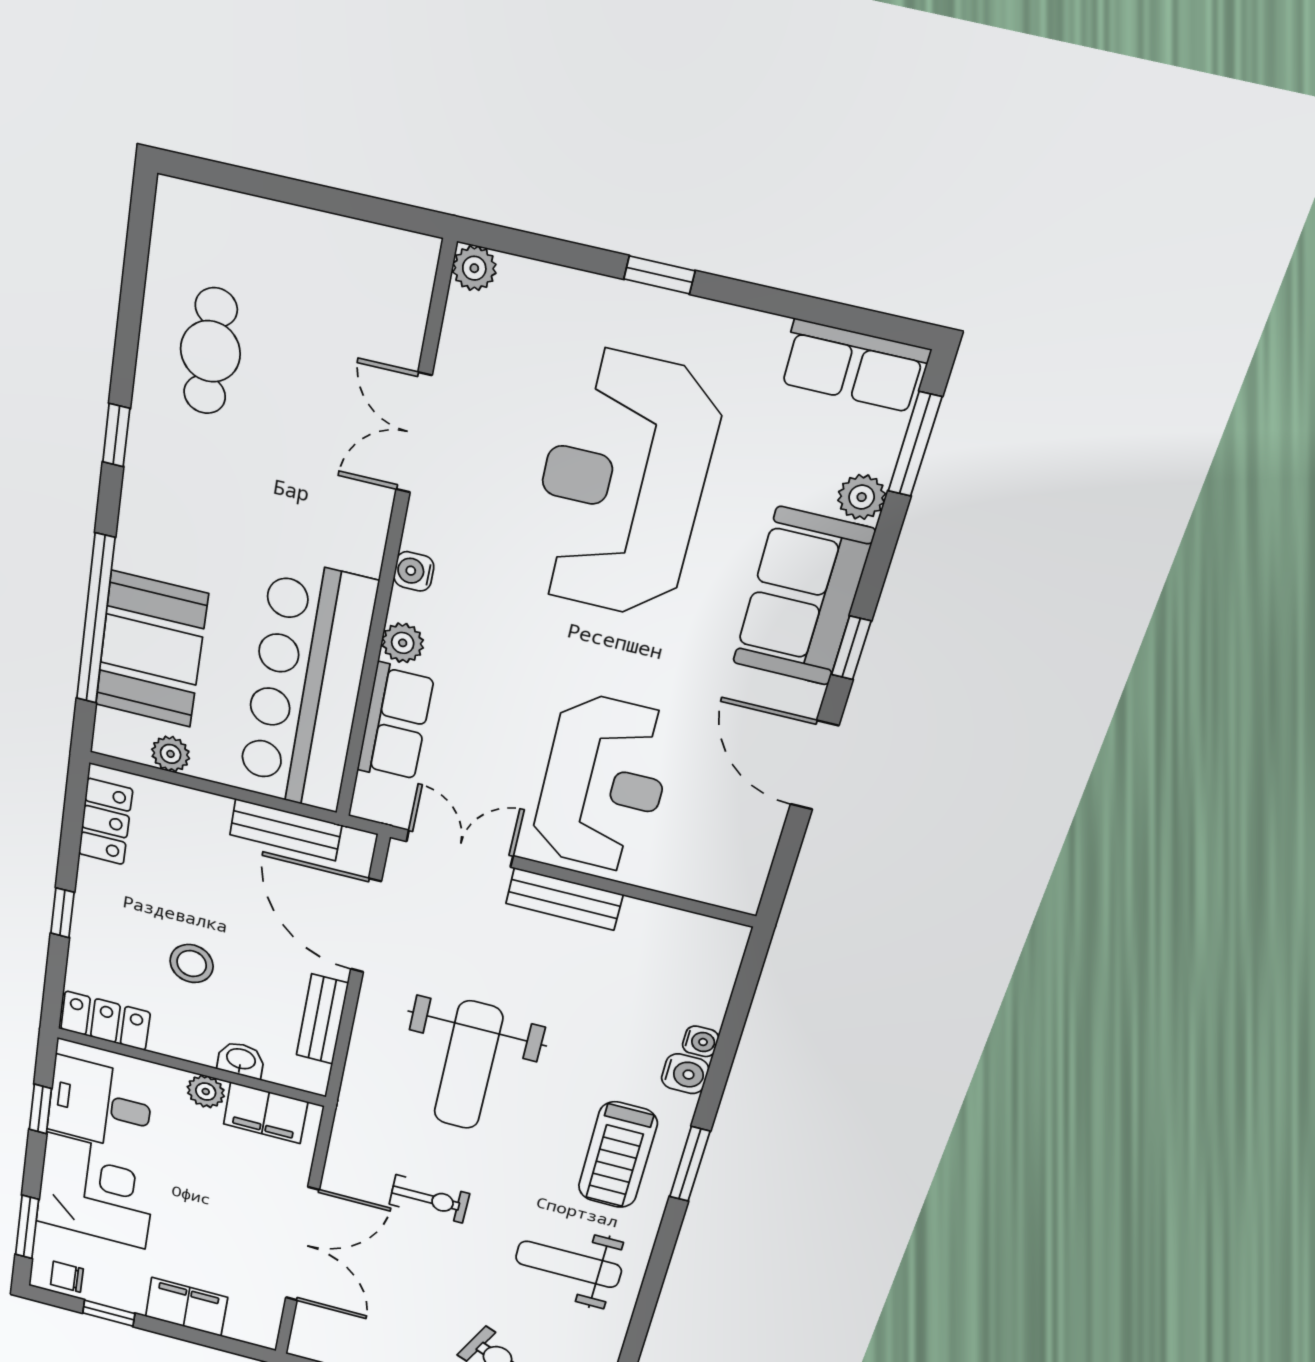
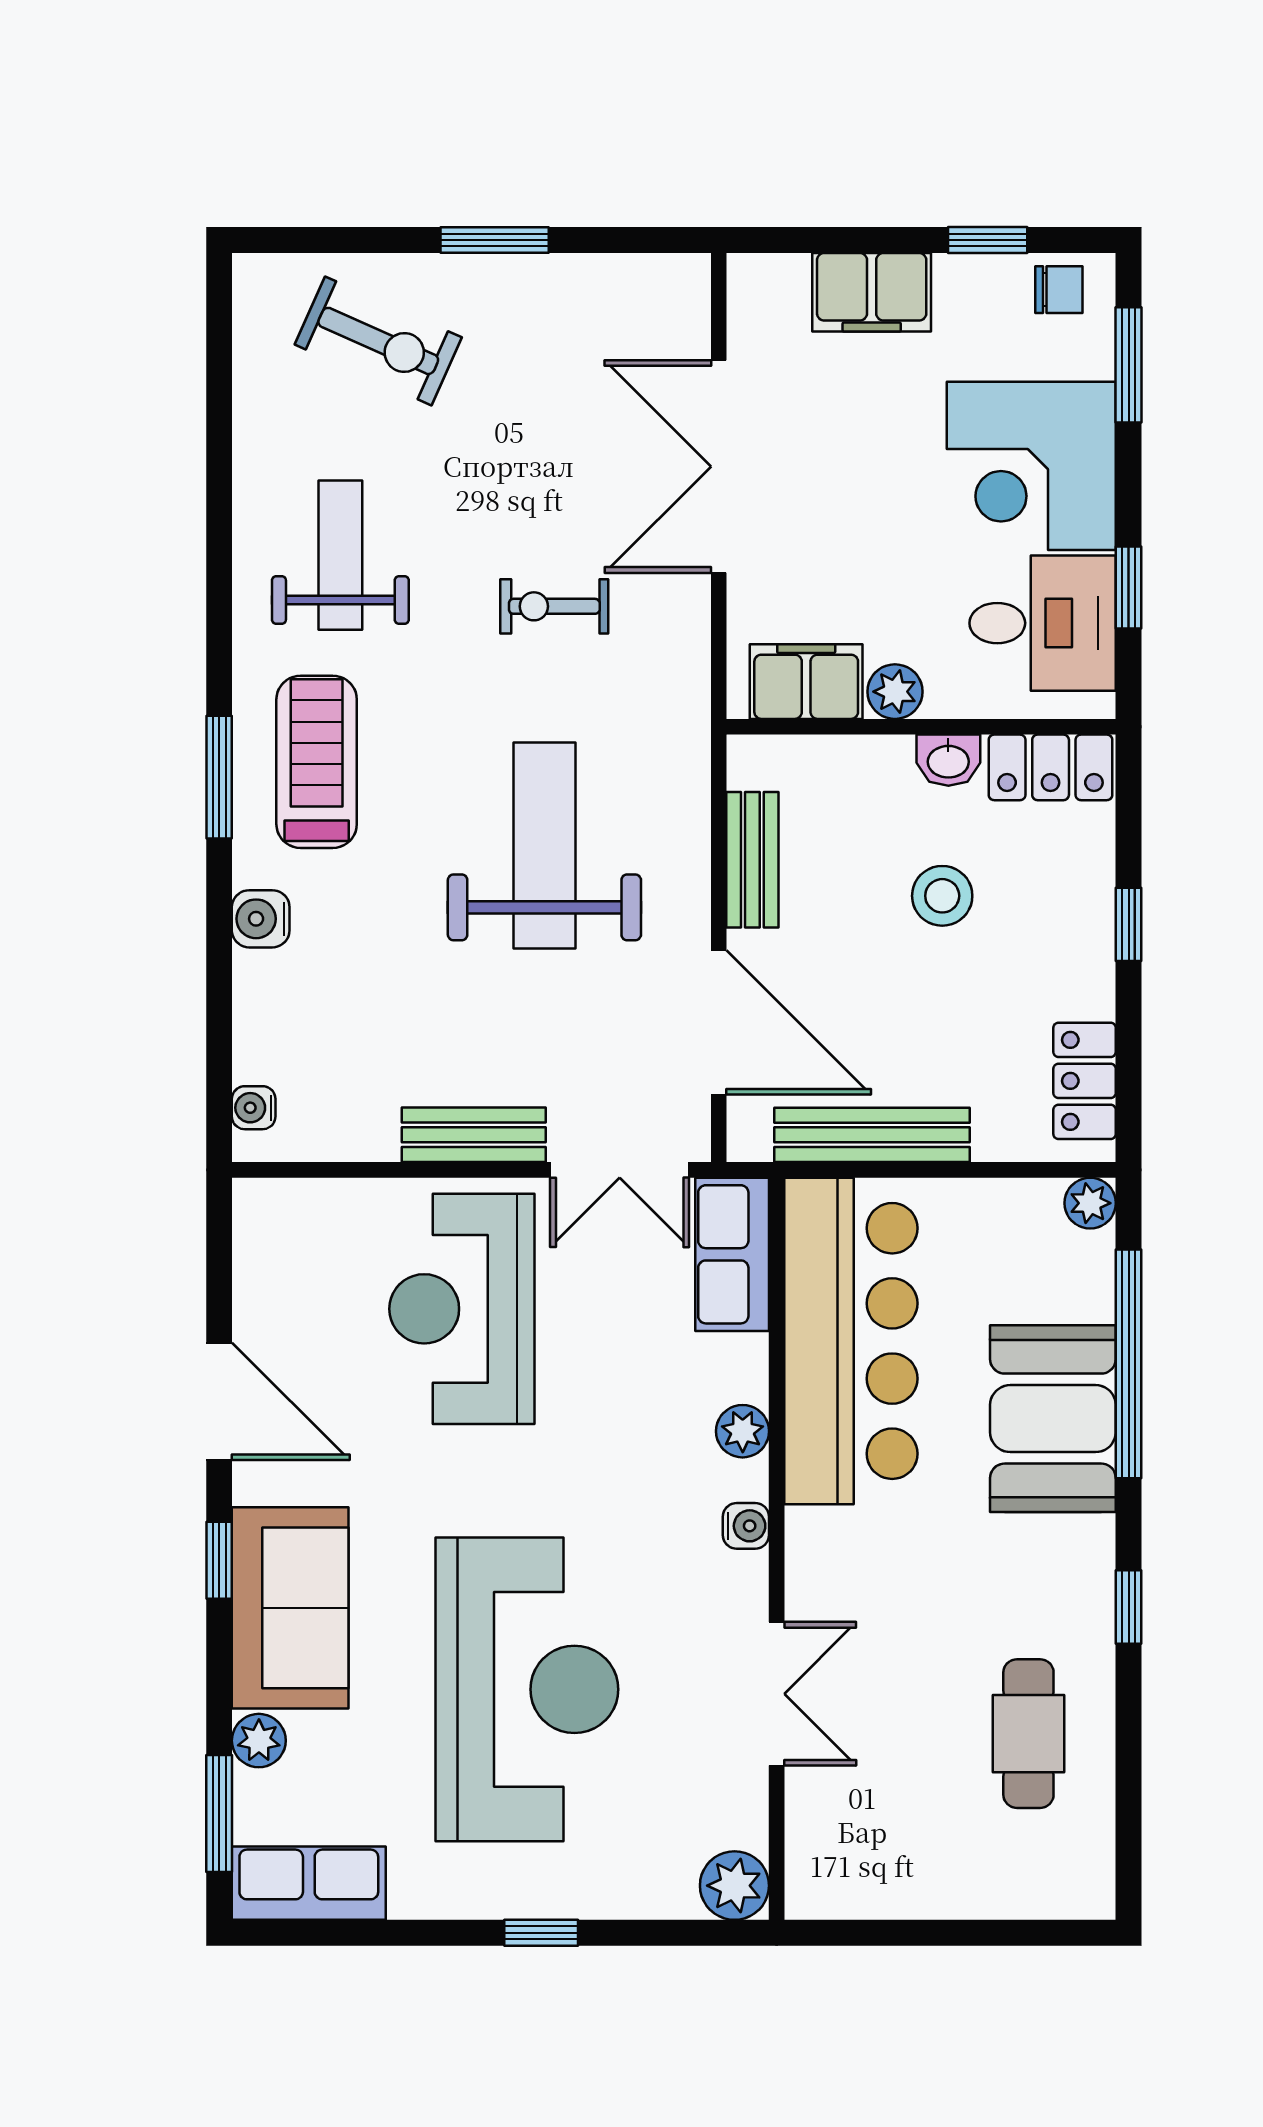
plant: (474, 268) -> (734, 1886), width x1.38, depth x1.38
booth: (151, 650) -> (1053, 1419), moved
row of seats: (396, 723) -> (732, 1254), moved
plant: (171, 754) -> (1090, 1203), moved
bench: (286, 830) -> (872, 1135), width x1.36
water cooler: (701, 1041) -> (254, 1108), moved
washbasin: (241, 1060) -> (948, 760), moved
weight bench: (568, 1264) -> (340, 555), turned -90

